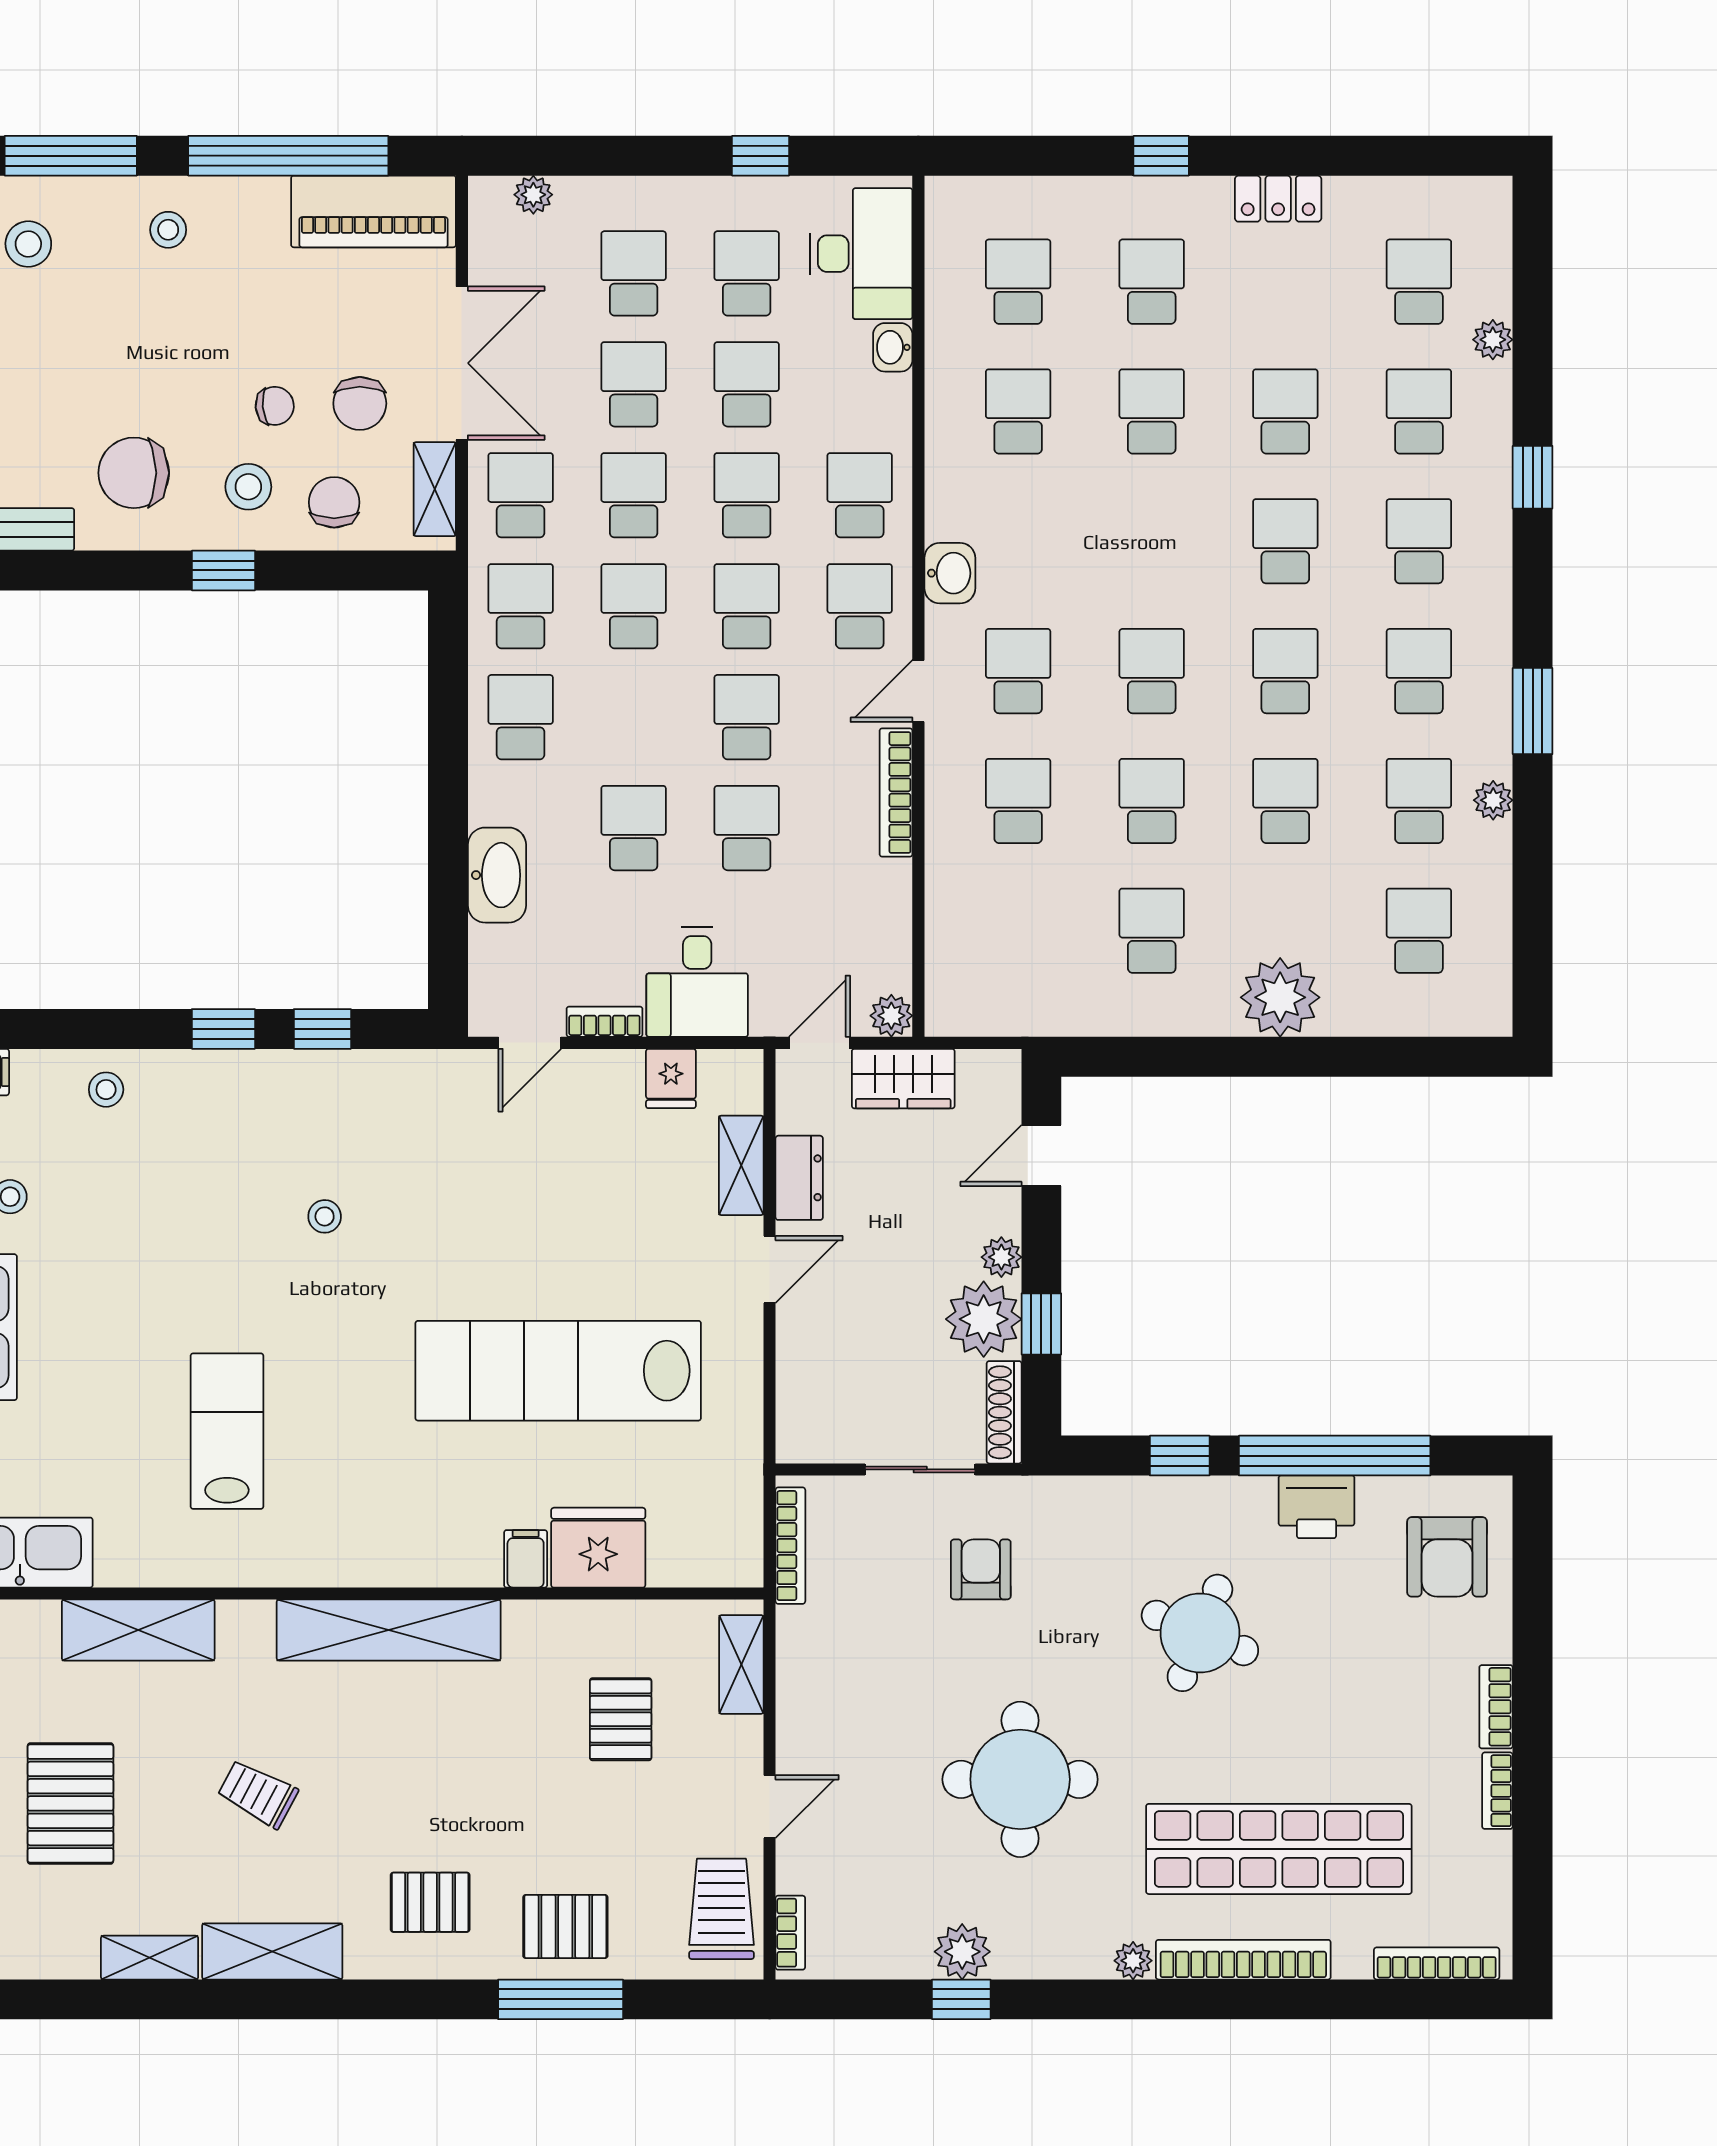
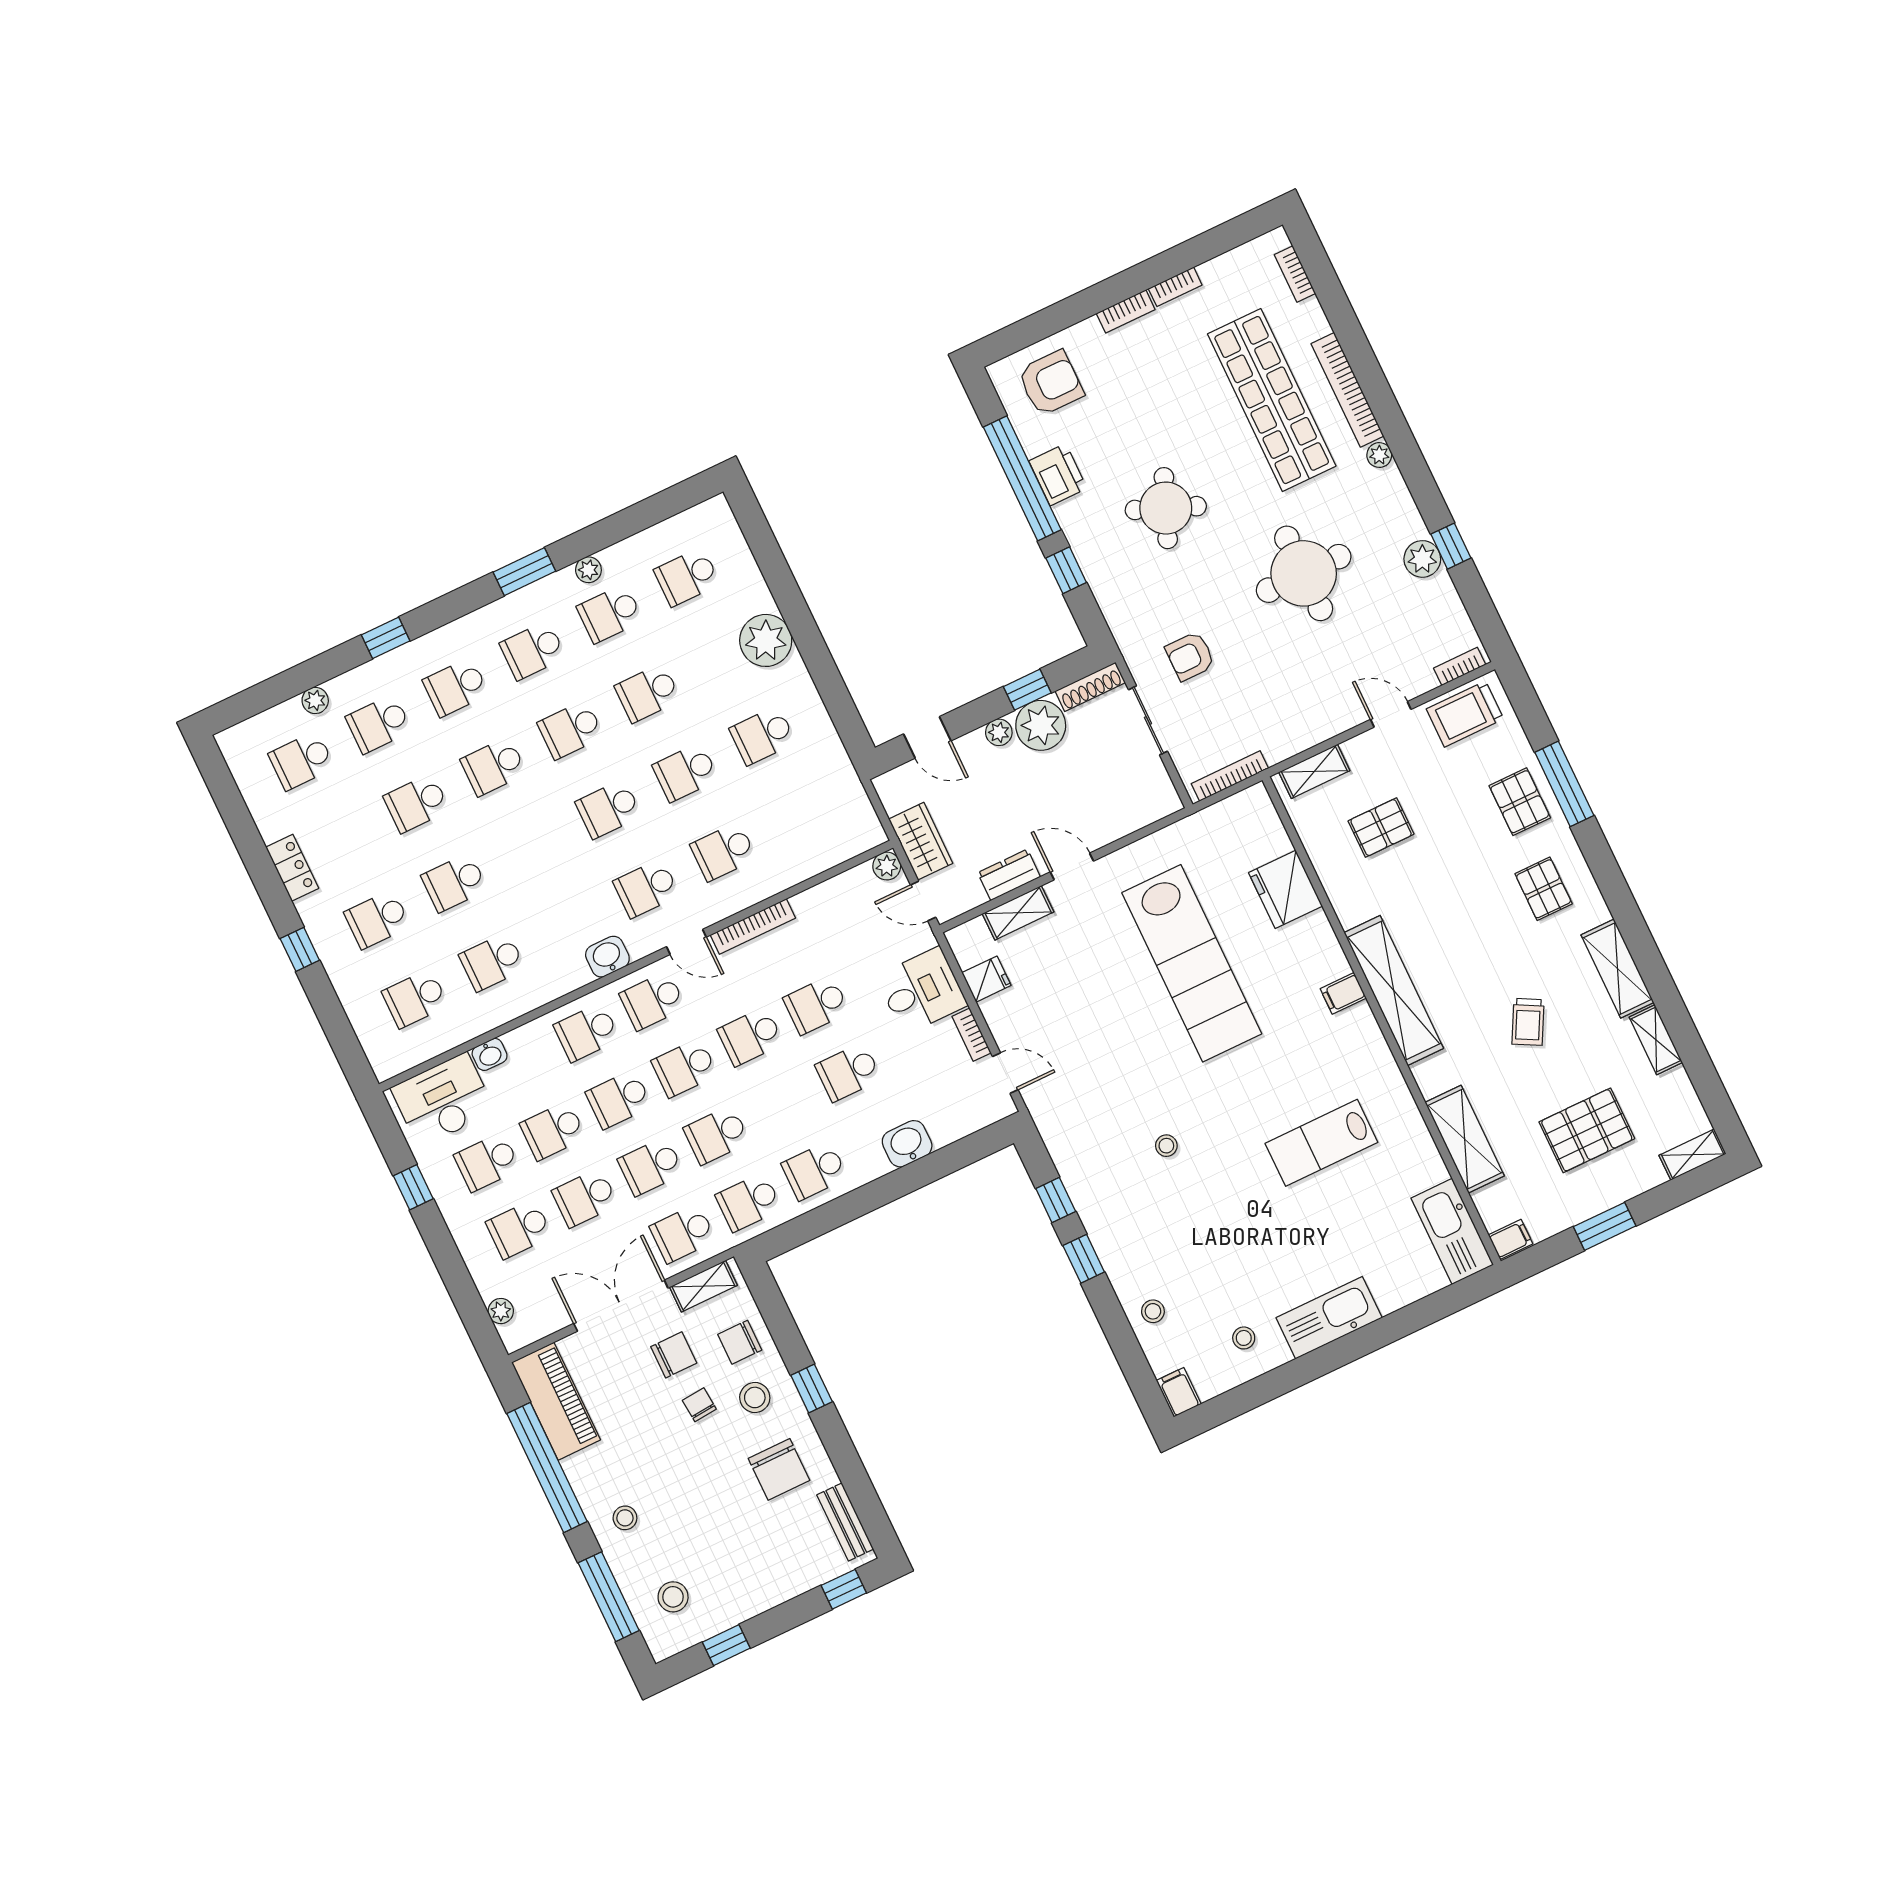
washbasin: (497, 875) -> (907, 1144), width x0.72
filing cabinet: (526, 1559) -> (1343, 993), moved
bookcase: (1437, 1963) -> (1295, 274), width x0.64

